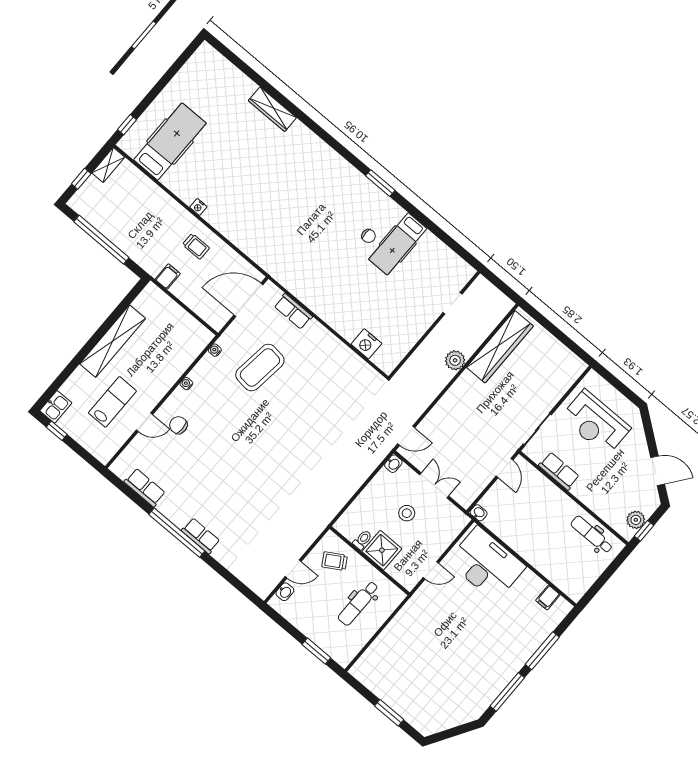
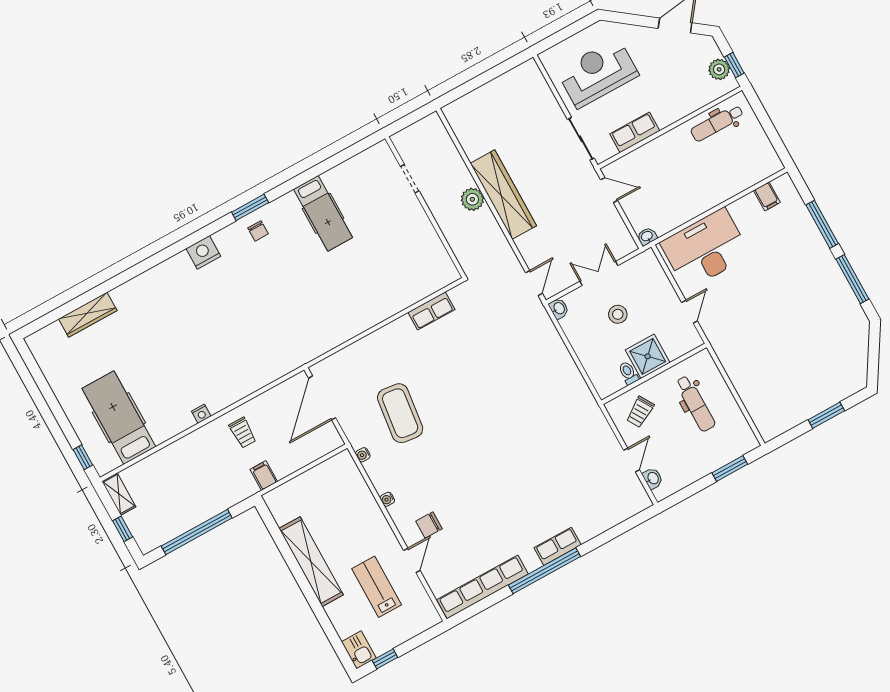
wardrobe: (272, 109) -> (88, 315), moved
chair: (368, 236) -> (258, 231), moved, turned 90
trolley: (196, 246) -> (243, 433), turned 90
row of seats: (293, 311) -> (431, 311), moved
nightstand: (366, 344) -> (203, 252), moved, turned 180
wardrobe: (500, 347) -> (503, 195), moved
reception desk: (596, 423) -> (598, 73), turned 180
row of seats: (145, 487) -> (482, 587), width x2.02

